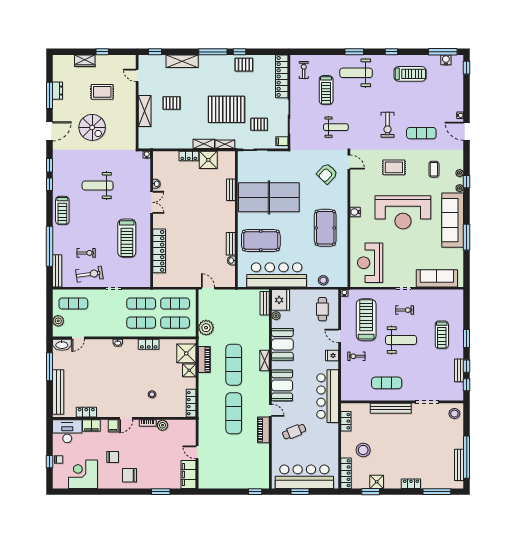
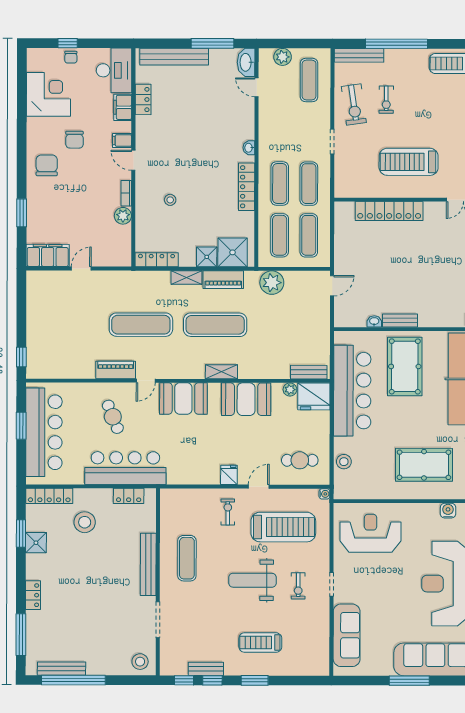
weight bench: (401, 340) -> (252, 580), turned 90
locker: (149, 344) -> (247, 187), width x1.53
shelving: (203, 384) -> (186, 278), added
bar counter: (328, 396) -> (125, 468), moved

